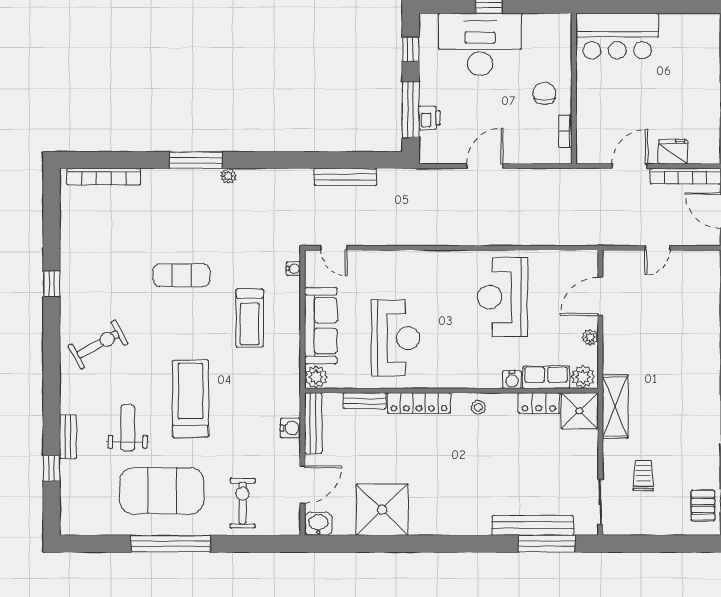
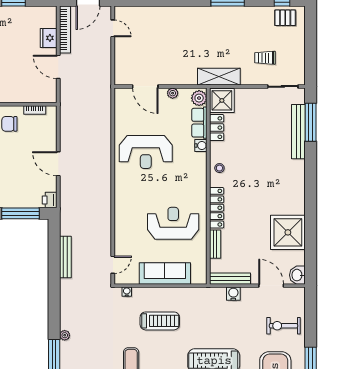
printer: (430, 118) -> (50, 200), moved, turned -90
door: (658, 248) -> (113, 28), moved
plant: (316, 377) -> (199, 277), removed

